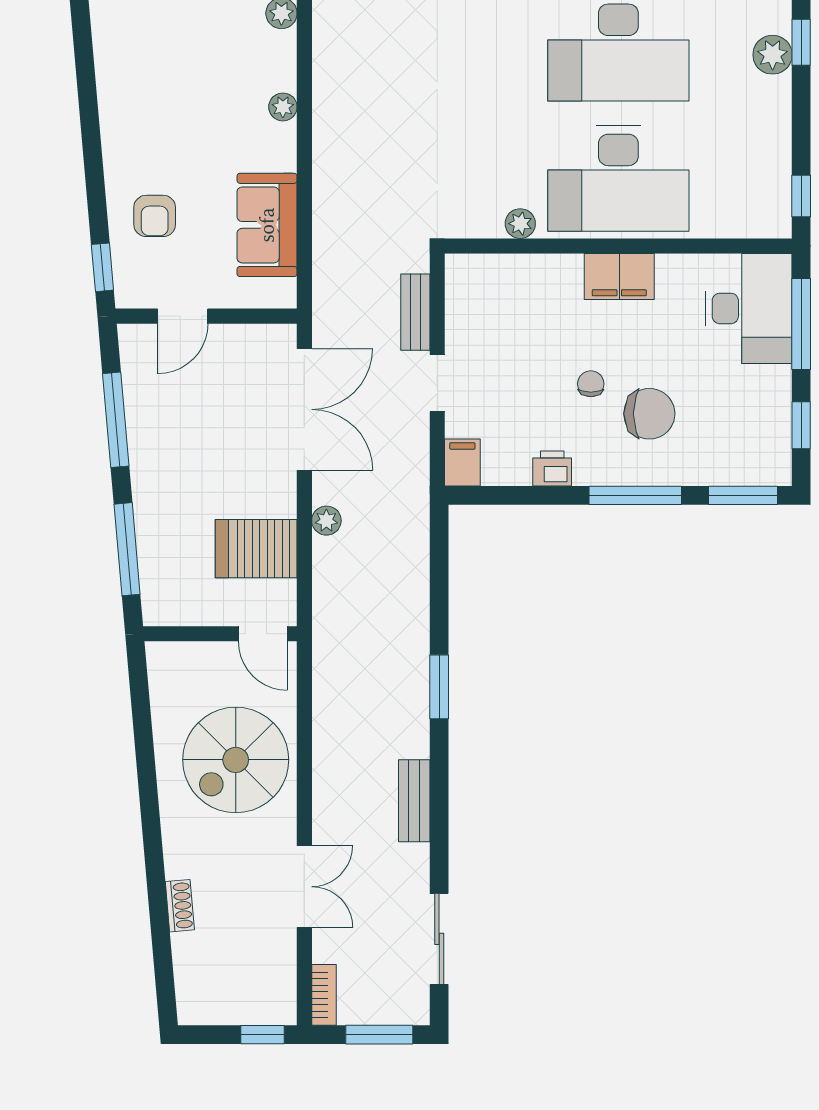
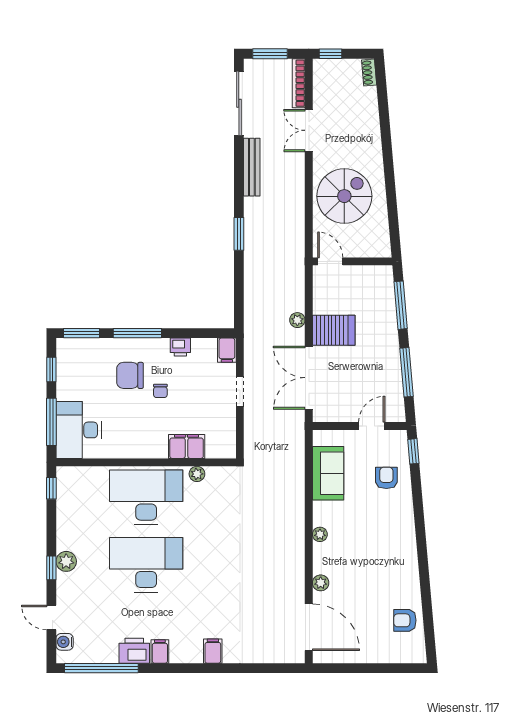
filing cabinet: (619, 277) -> (187, 446), moved
bench: (415, 312) -> (251, 428), removed
server rack: (256, 549) -> (334, 330), moved
bench: (414, 801) -> (252, 167), width x1.36
shoe rack: (180, 906) -> (369, 72), moved
sliding door: (439, 939) -> (239, 103), width x1.37
bookcase: (324, 995) -> (299, 83), width x1.56

